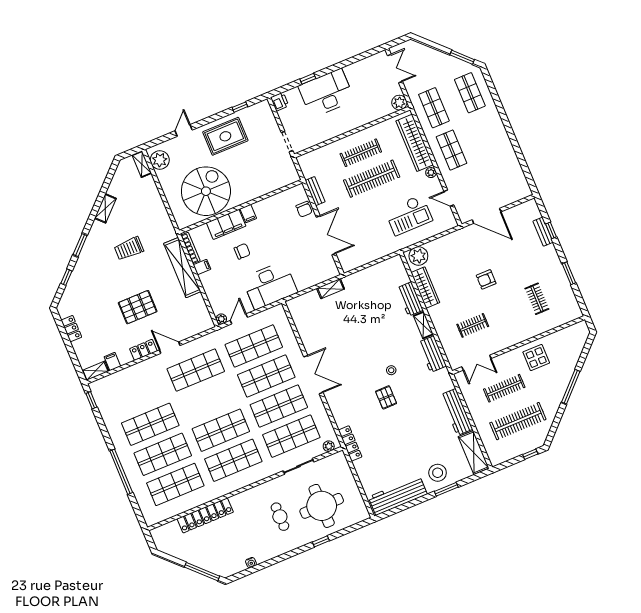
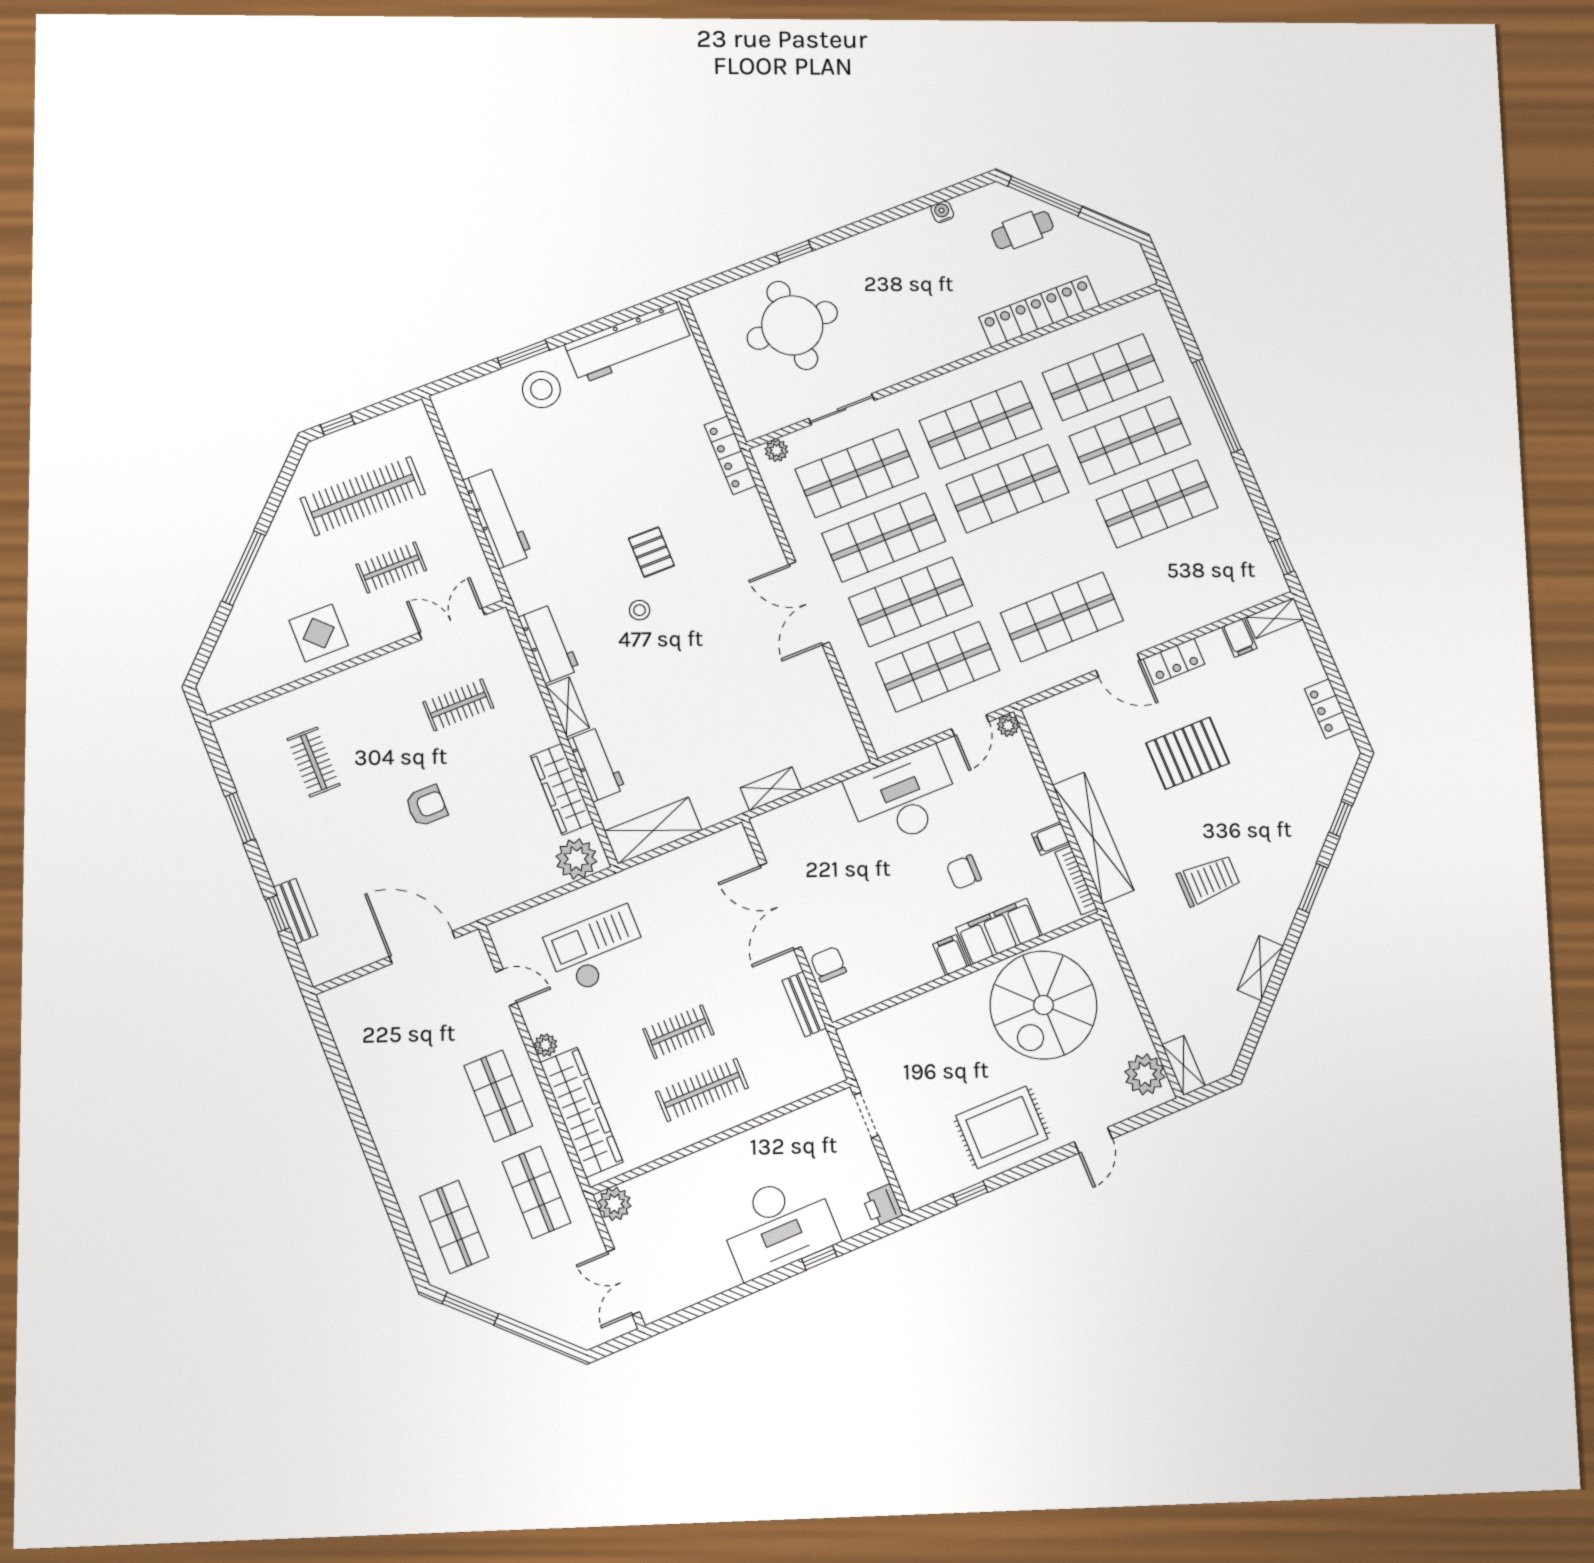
clothes rail: (372, 179) -> (679, 1032), width x0.54, depth x0.76
clothes rail: (504, 388) -> (391, 567), width x0.73
shelving: (474, 452) -> (653, 830), moved, turned 90
cafe table: (280, 517) -> (1022, 230), moved, turned 90

